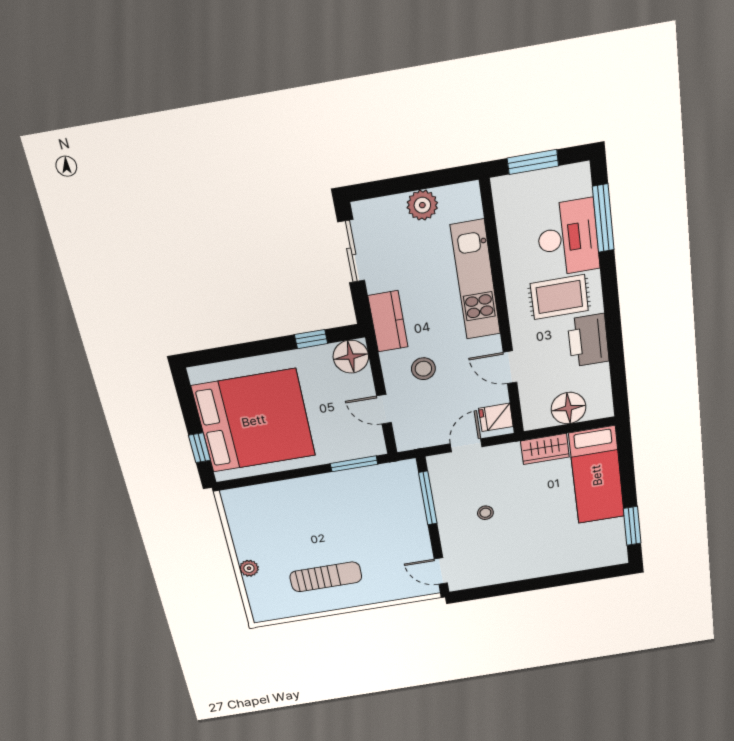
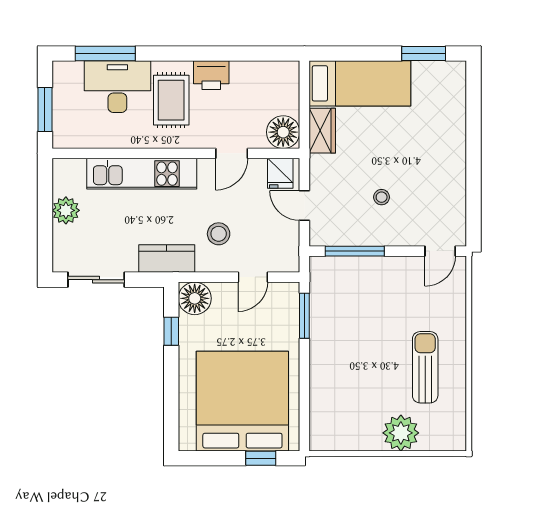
printer: (588, 340) -> (211, 75), width x0.73, depth x0.84
floor lamp: (569, 408) -> (283, 132), moved
plant: (249, 568) -> (401, 433), width x1.87, depth x1.87

